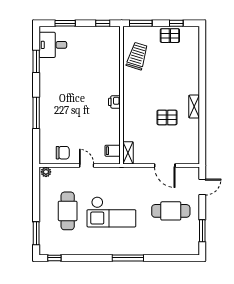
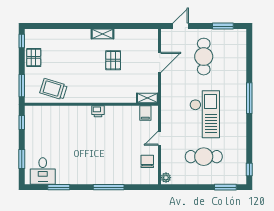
window: (176, 23) -> (22, 41), moved
door: (202, 187) -> (181, 26), hinge flipped

